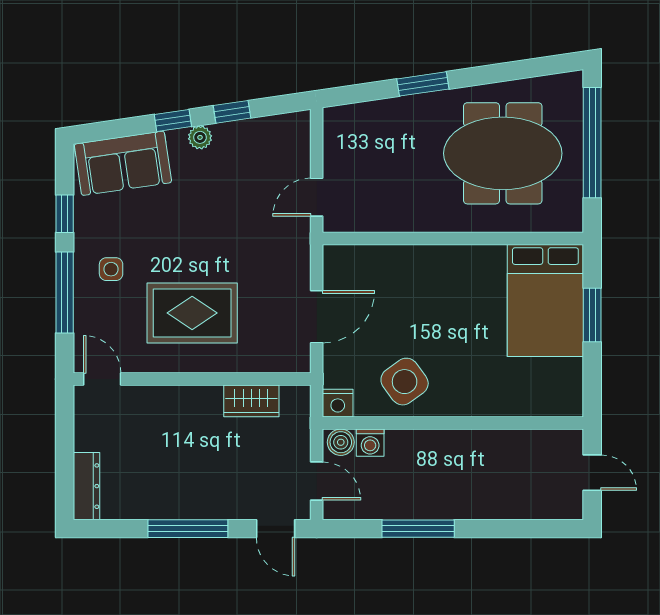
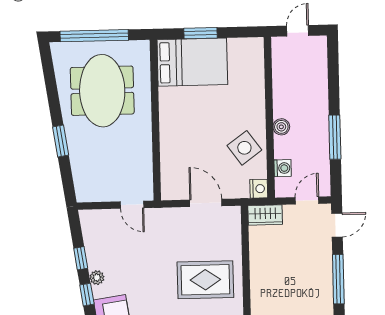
rug: (192, 313) -> (205, 280), turned 90
wardrobe: (251, 401) -> (265, 215), moved, turned 90
boiler: (341, 442) -> (281, 127), moved

